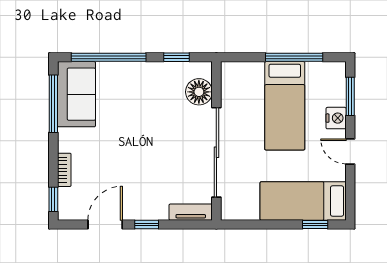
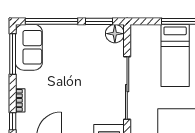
window: (177, 57) -> (99, 21), width x1.50
floor lamp: (199, 92) -> (115, 34), moved

